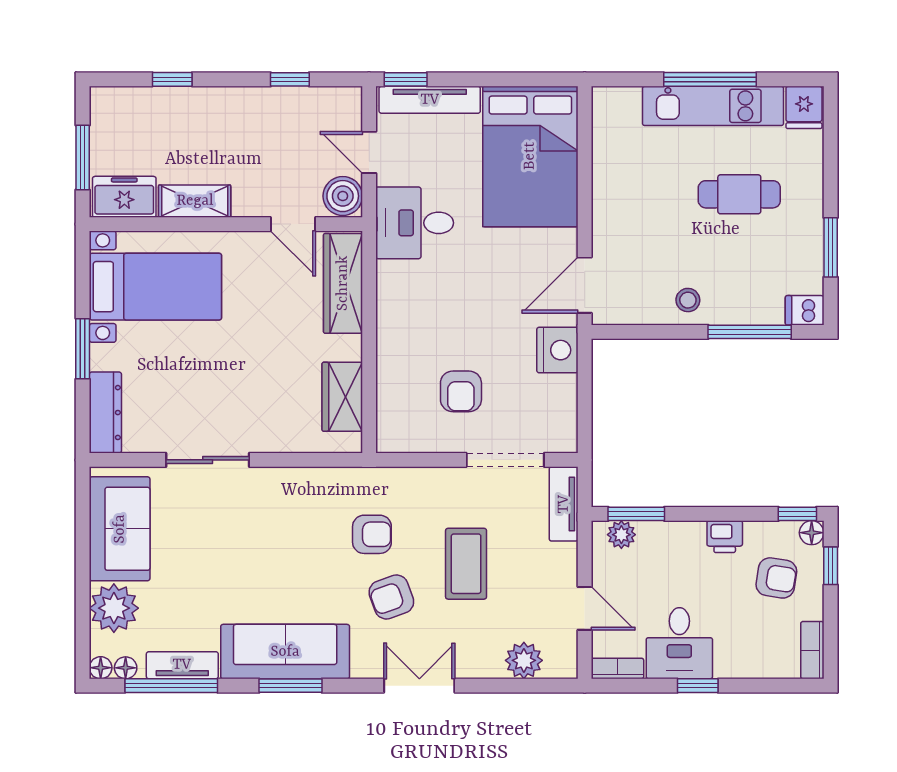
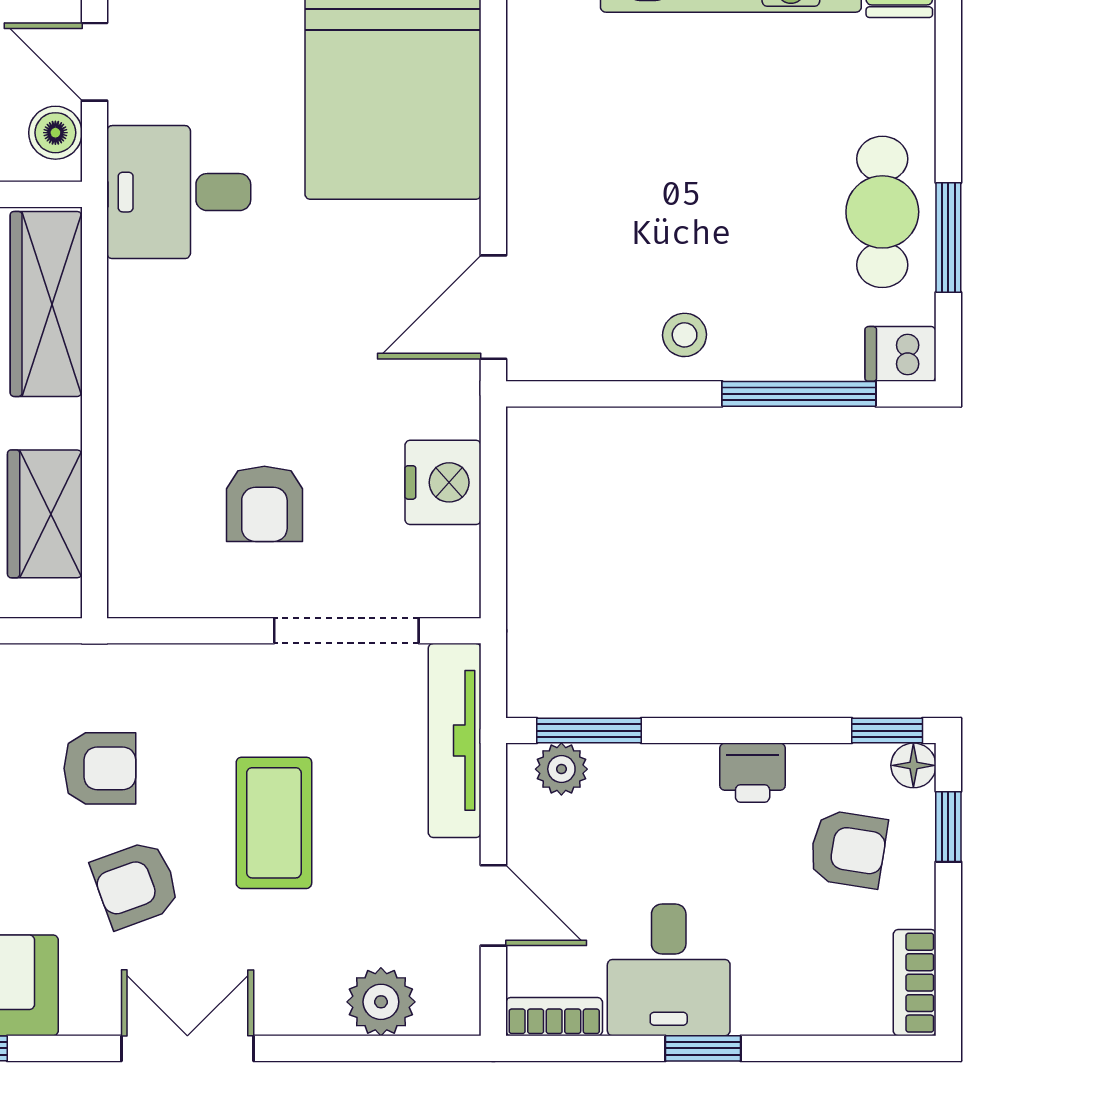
cafe table: (739, 194) -> (882, 212), moved, turned 90
boiler: (343, 196) -> (55, 133), width x0.73, depth x0.73
nightstand: (557, 350) -> (443, 482), moved
tv unit: (564, 504) -> (455, 740), width x1.41

